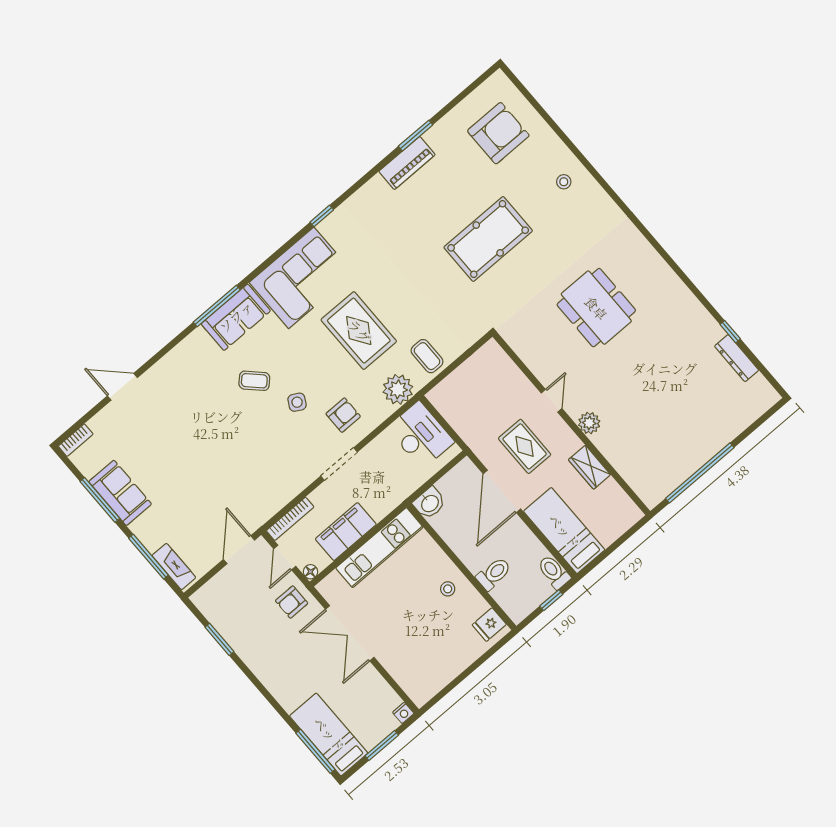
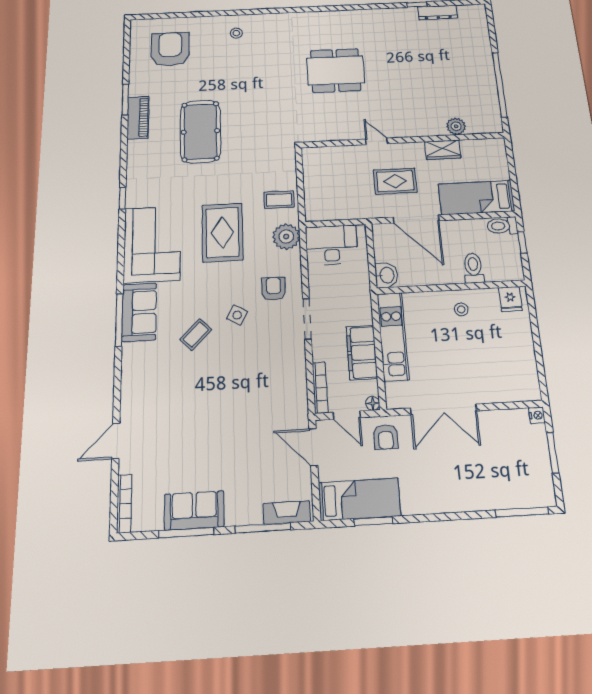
pool table: (488, 239) -> (200, 131), moved
rug: (359, 331) -> (222, 232), turned 90
plant: (589, 423) -> (456, 126), moved
bookcase: (76, 440) -> (124, 504), width x1.56
bed: (329, 734) -> (359, 499), moved, turned 180

